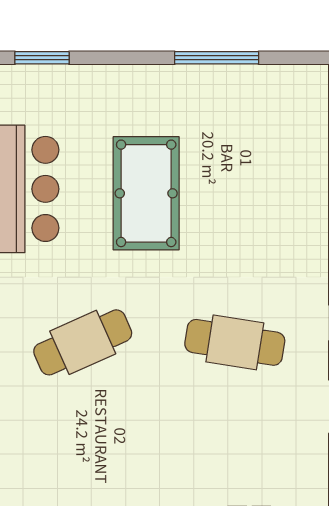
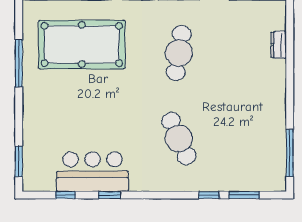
pool table: (146, 193) -> (82, 45), moved, width x1.36, depth x1.32

